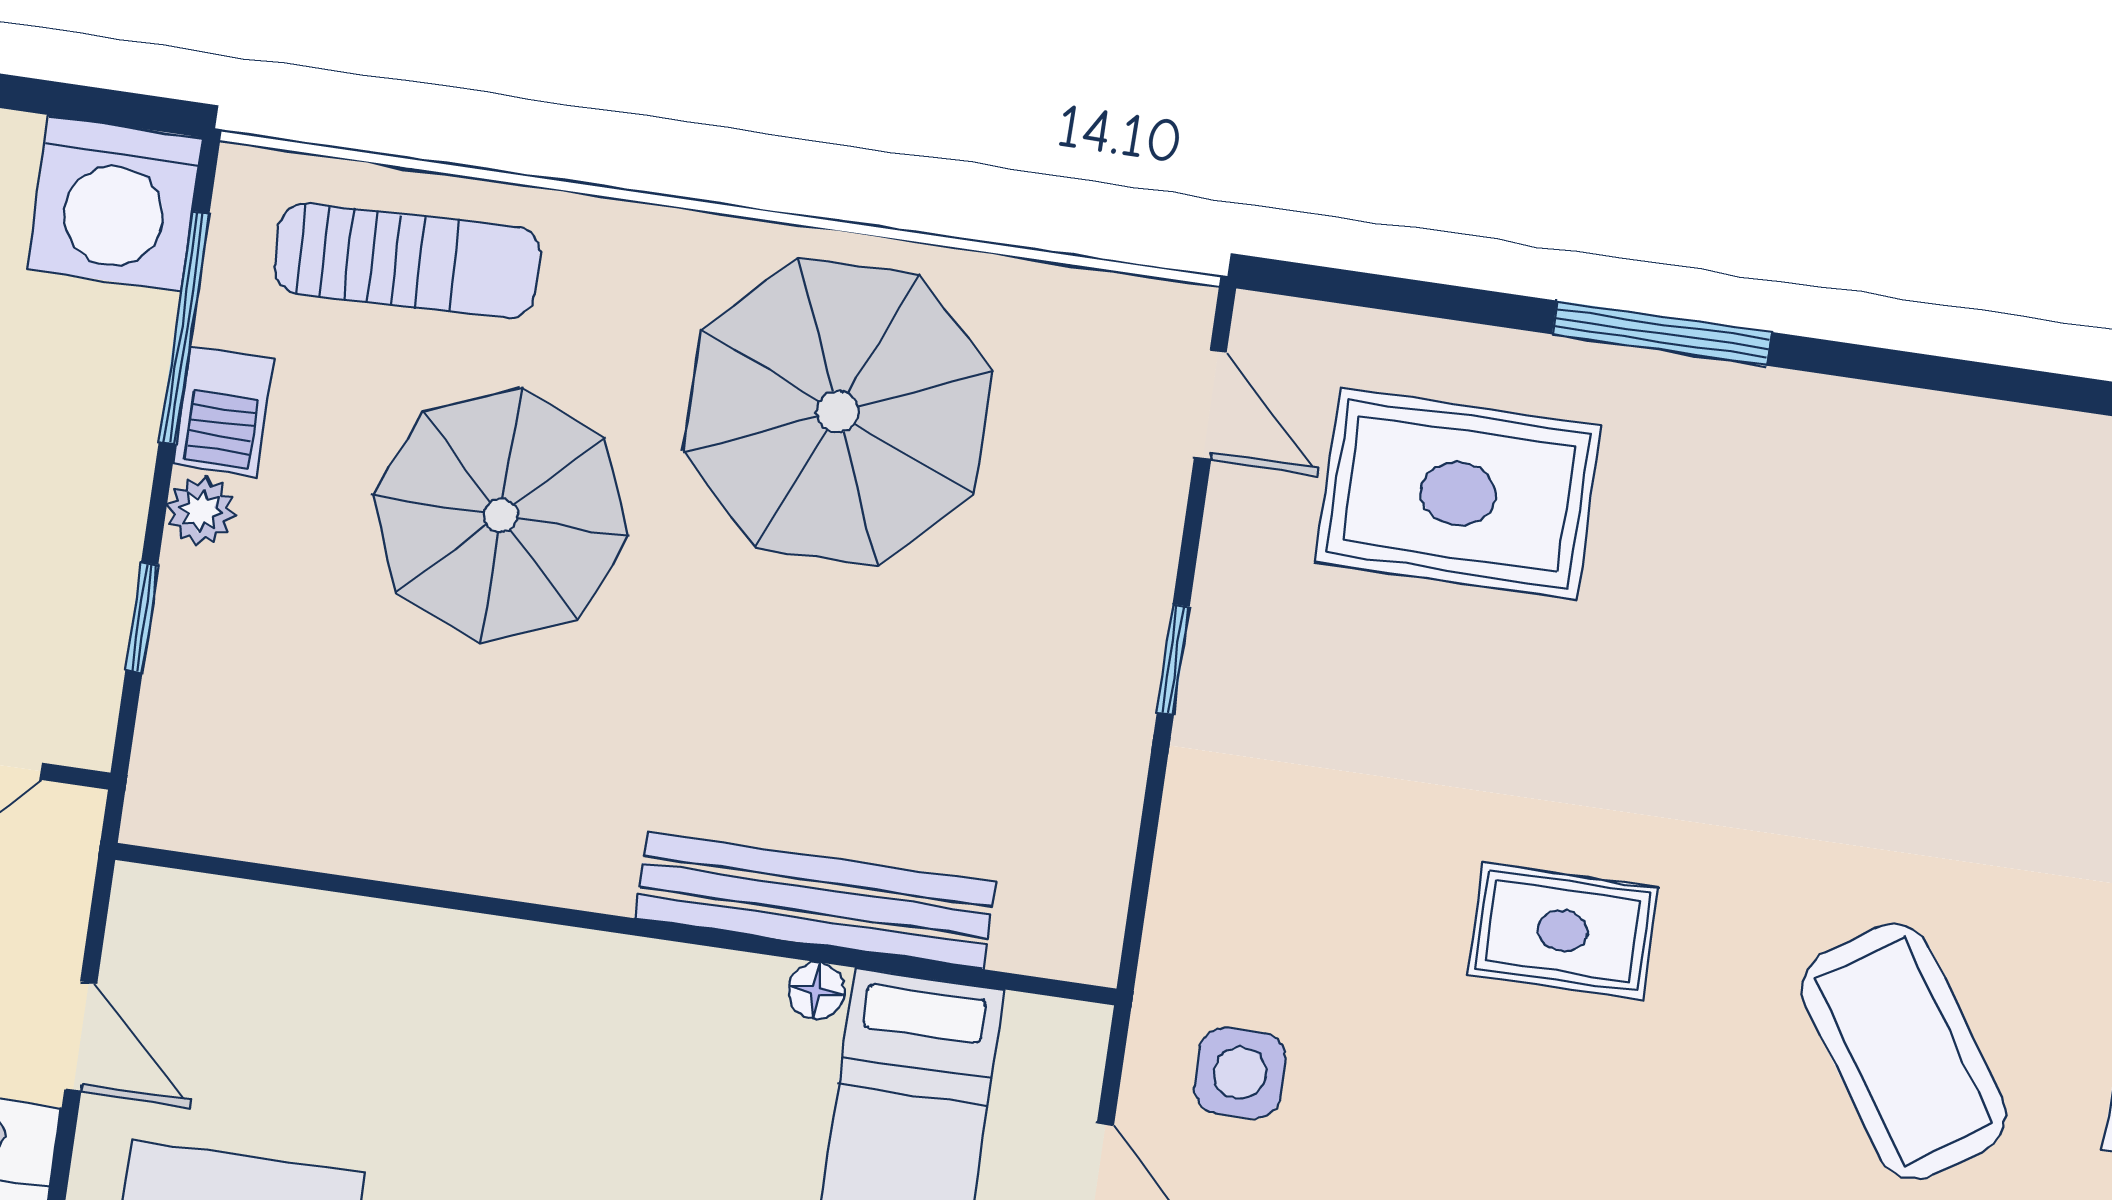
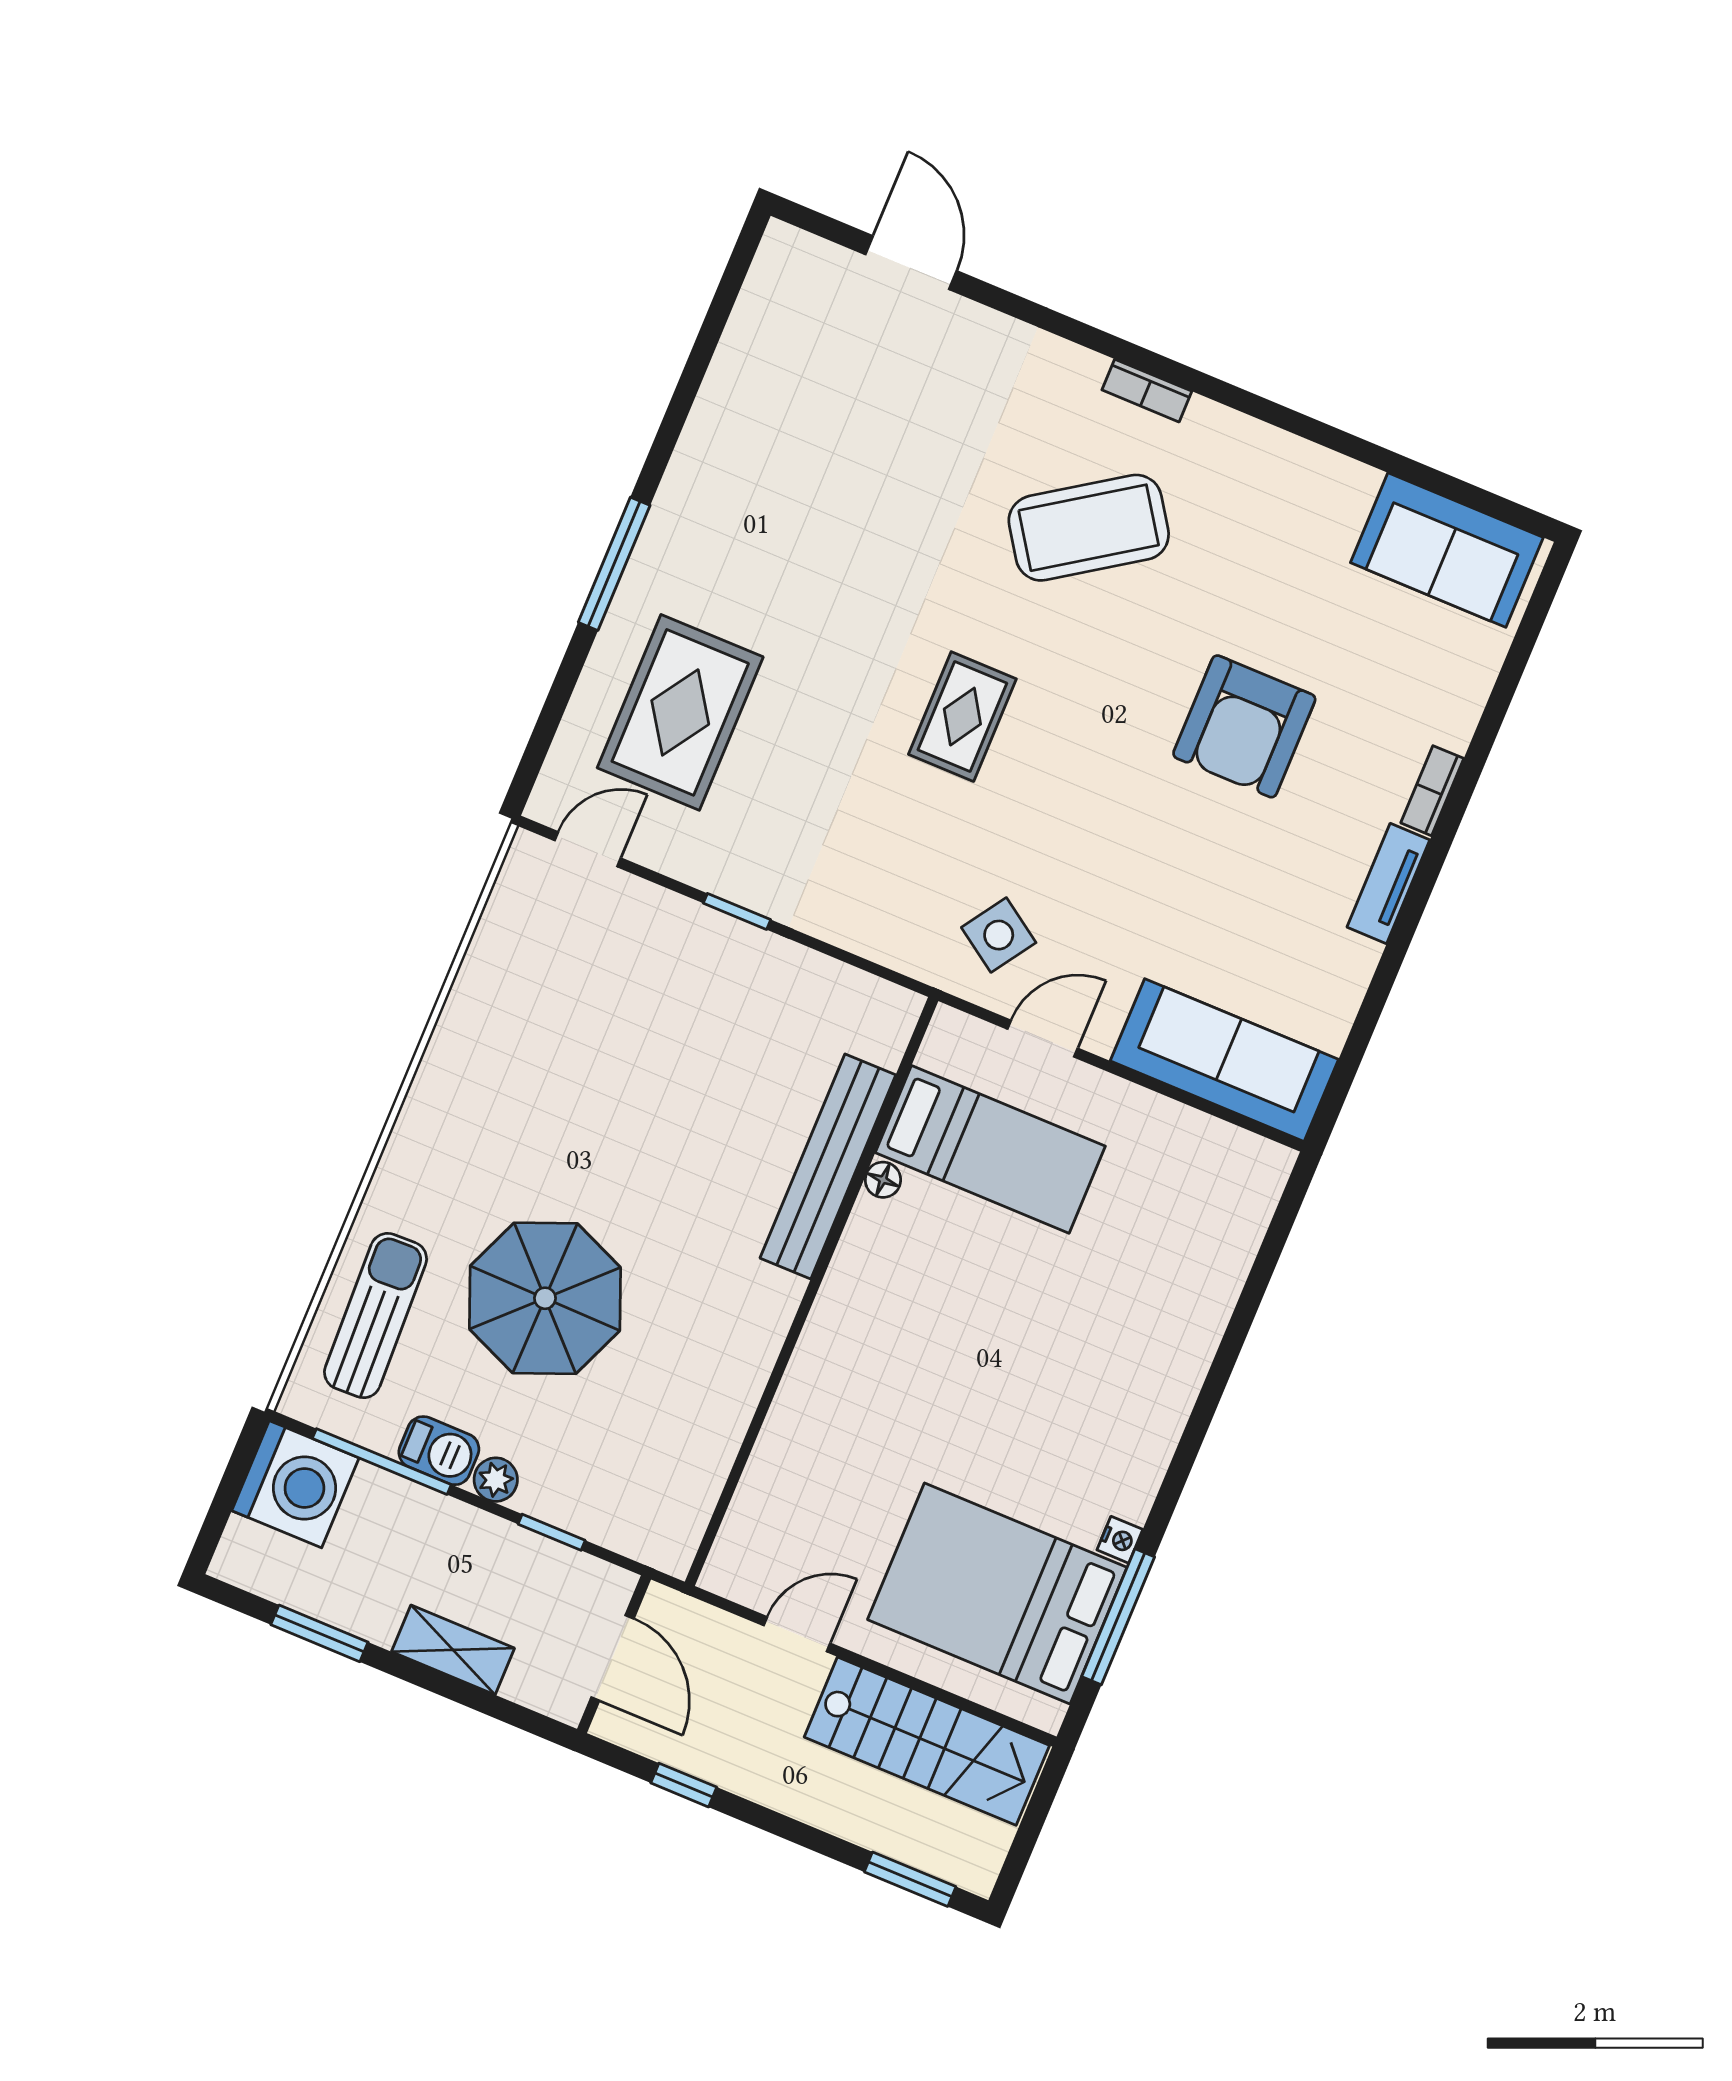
parasol: (837, 412) -> (534, 1077), removed
side table: (1240, 1073) -> (999, 935), turned 34

